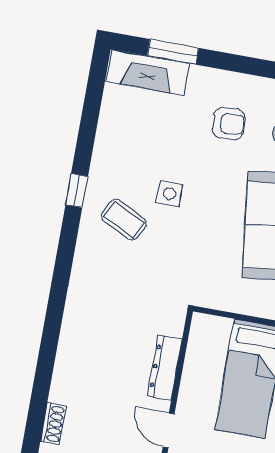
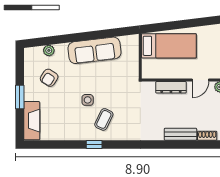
window: (173, 52) -> (20, 97), moved
armchair: (229, 124) -> (49, 78), turned -143
bench: (66, 370) -> (180, 134), added

